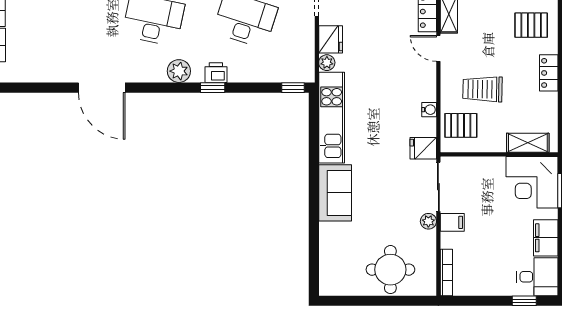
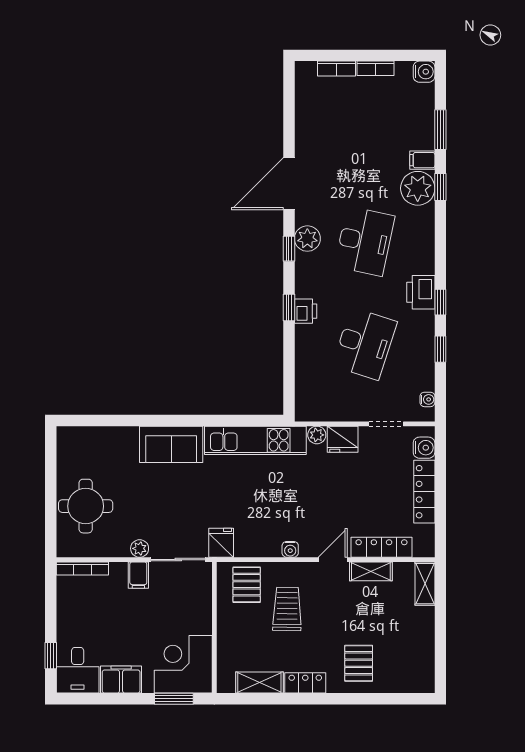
plant: (179, 71) -> (307, 239), moved
window: (293, 88) -> (289, 249), moved
water cooler: (429, 110) -> (290, 549), moved
shelving: (528, 143) -> (259, 683), moved, turned 90

